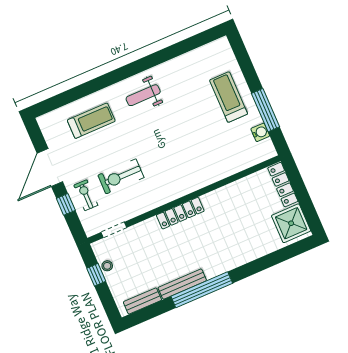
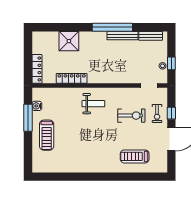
weight bench: (143, 95) -> (93, 104), moved
locker: (180, 213) -> (72, 78), moved
shower: (291, 223) -> (69, 41), moved

